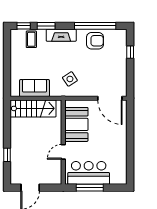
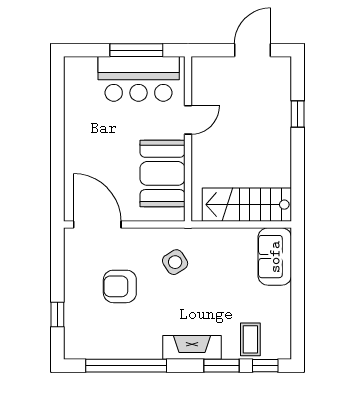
armchair: (95, 41) -> (120, 286), moved
sofa: (35, 88) -> (275, 257), moved, turned 90

